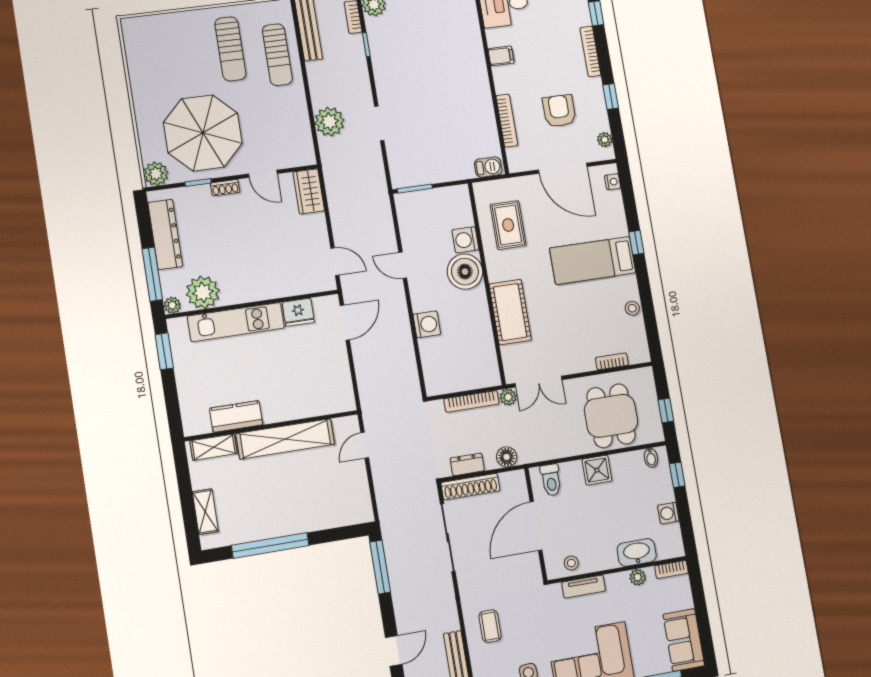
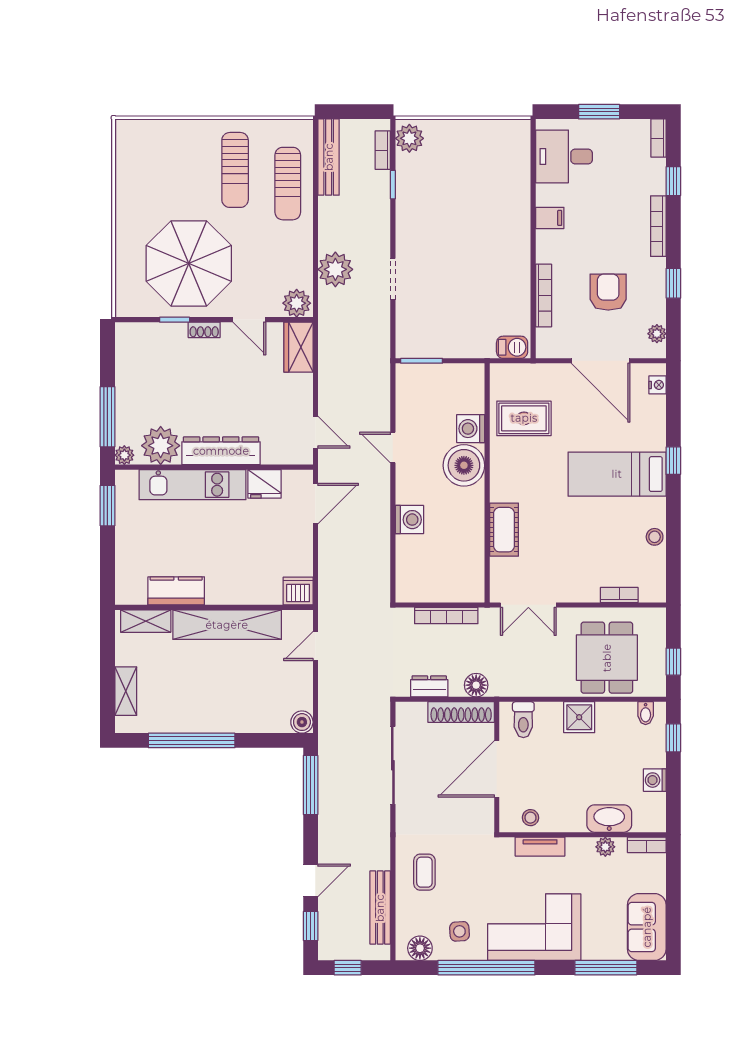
plant: (156, 174) -> (297, 303), moved
rug: (508, 225) -> (524, 418), turned 90
dresser: (165, 234) -> (221, 451), moved, turned -90
cot: (510, 312) -> (504, 530), width x0.73, depth x0.75
plant: (508, 397) -> (490, 617), removed
dishwasher: (342, 400) -> (298, 591), added
shoe rack: (470, 487) -> (461, 712), moved
boiler: (364, 513) -> (302, 722), added

